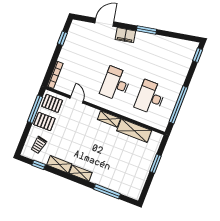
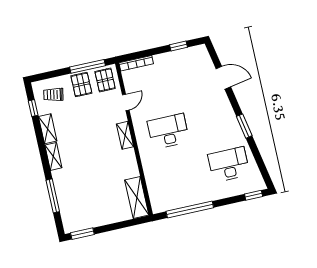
filing cabinet: (125, 35) -> (224, 108), removed
desk: (150, 97) -> (229, 165), moved
shelving: (109, 119) -> (125, 135), moved
shelving: (134, 131) -> (137, 198), moved
window: (156, 164) -> (82, 234), moved

